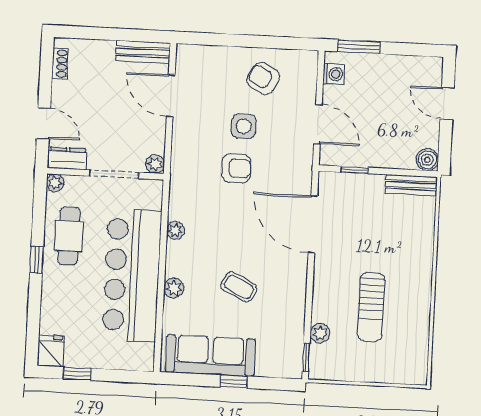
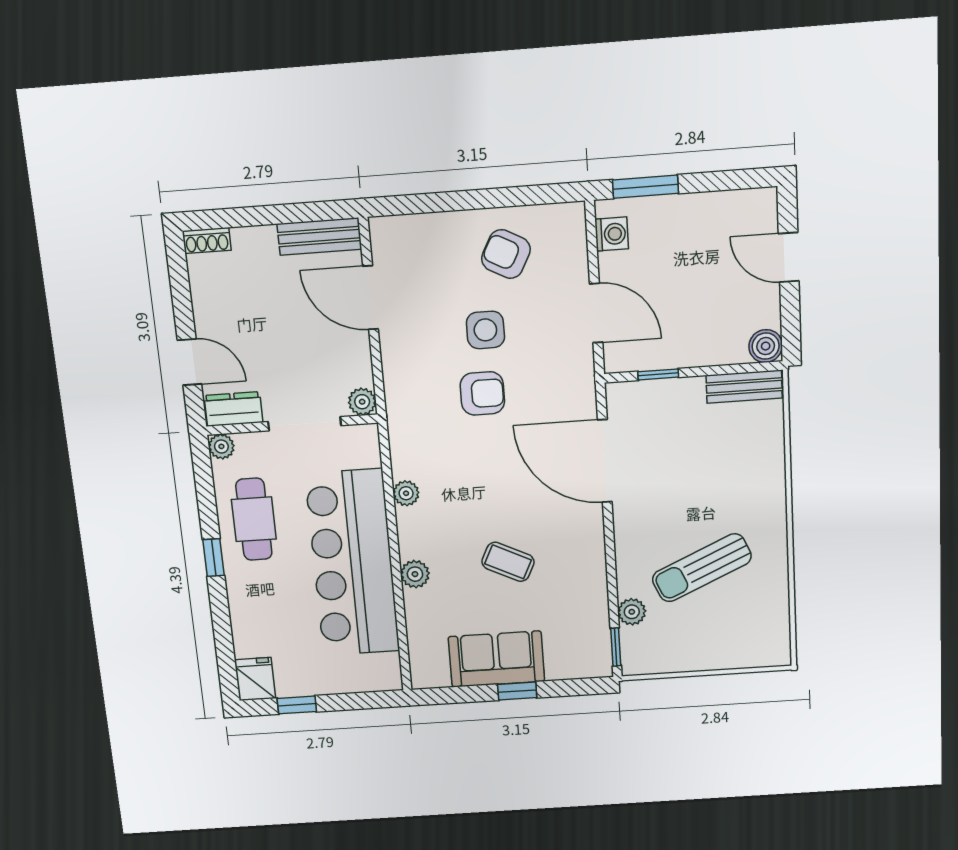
shoe rack: (60, 64) -> (207, 241), moved, turned 90
sun lounger: (371, 307) -> (702, 568), turned 66
sofa: (210, 356) -> (496, 659), width x0.73

